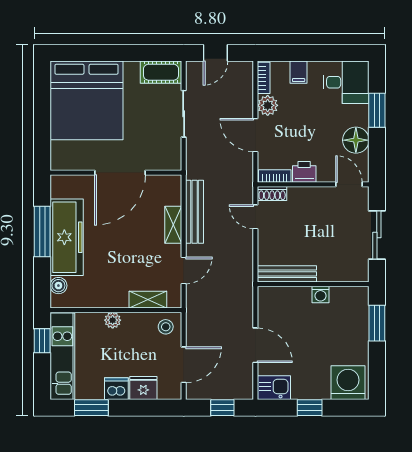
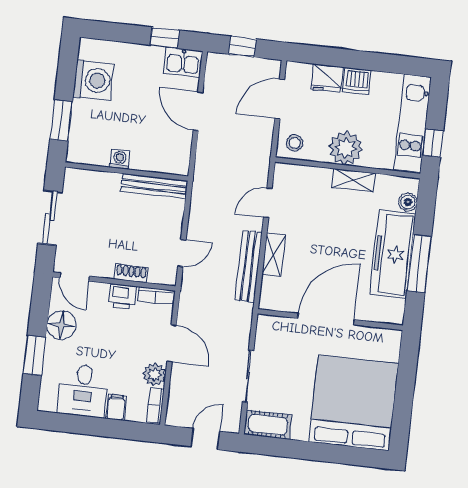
desk: (346, 82) -> (83, 390), moved, turned -90
shoe rack: (272, 194) -> (131, 273), moved
door: (255, 217) -> (182, 253), hinge flipped
shelving: (148, 300) -> (353, 180), moved
plant: (113, 320) -> (346, 148), width x1.88, depth x1.88
washing machine: (348, 383) -> (94, 80), moved, turned -90
window: (91, 408) -> (387, 63), removed
window: (310, 408) -> (165, 38), moved

